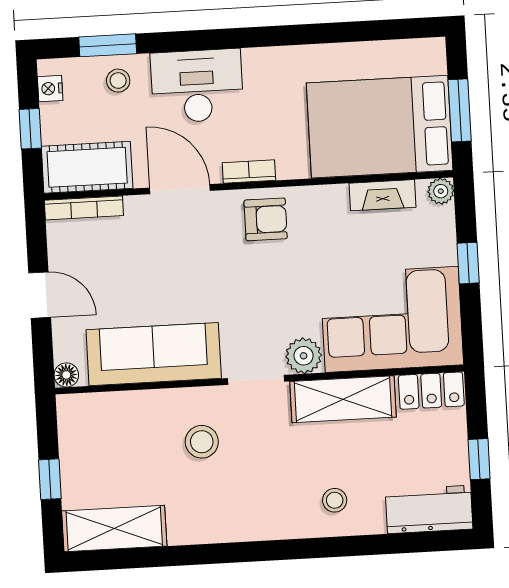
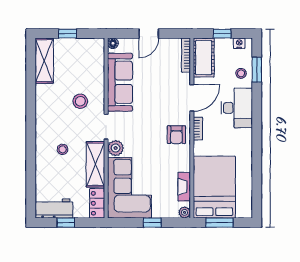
stool: (335, 500) -> (63, 149), moved
workbench: (429, 509) -> (54, 208), moved, turned -90

